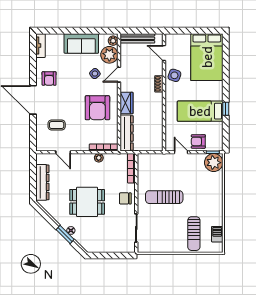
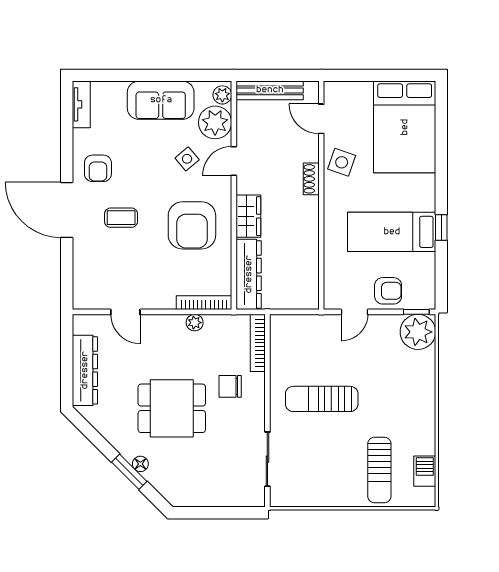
coffee table: (57, 125) -> (121, 218), moved
armchair: (198, 141) -> (388, 291), turned 180
door: (181, 152) -> (354, 312), swing flipped
chair: (125, 198) -> (230, 386), moved

